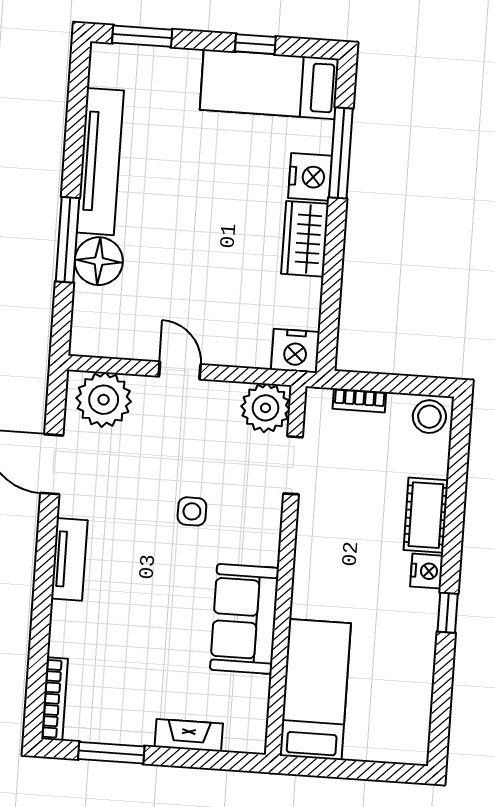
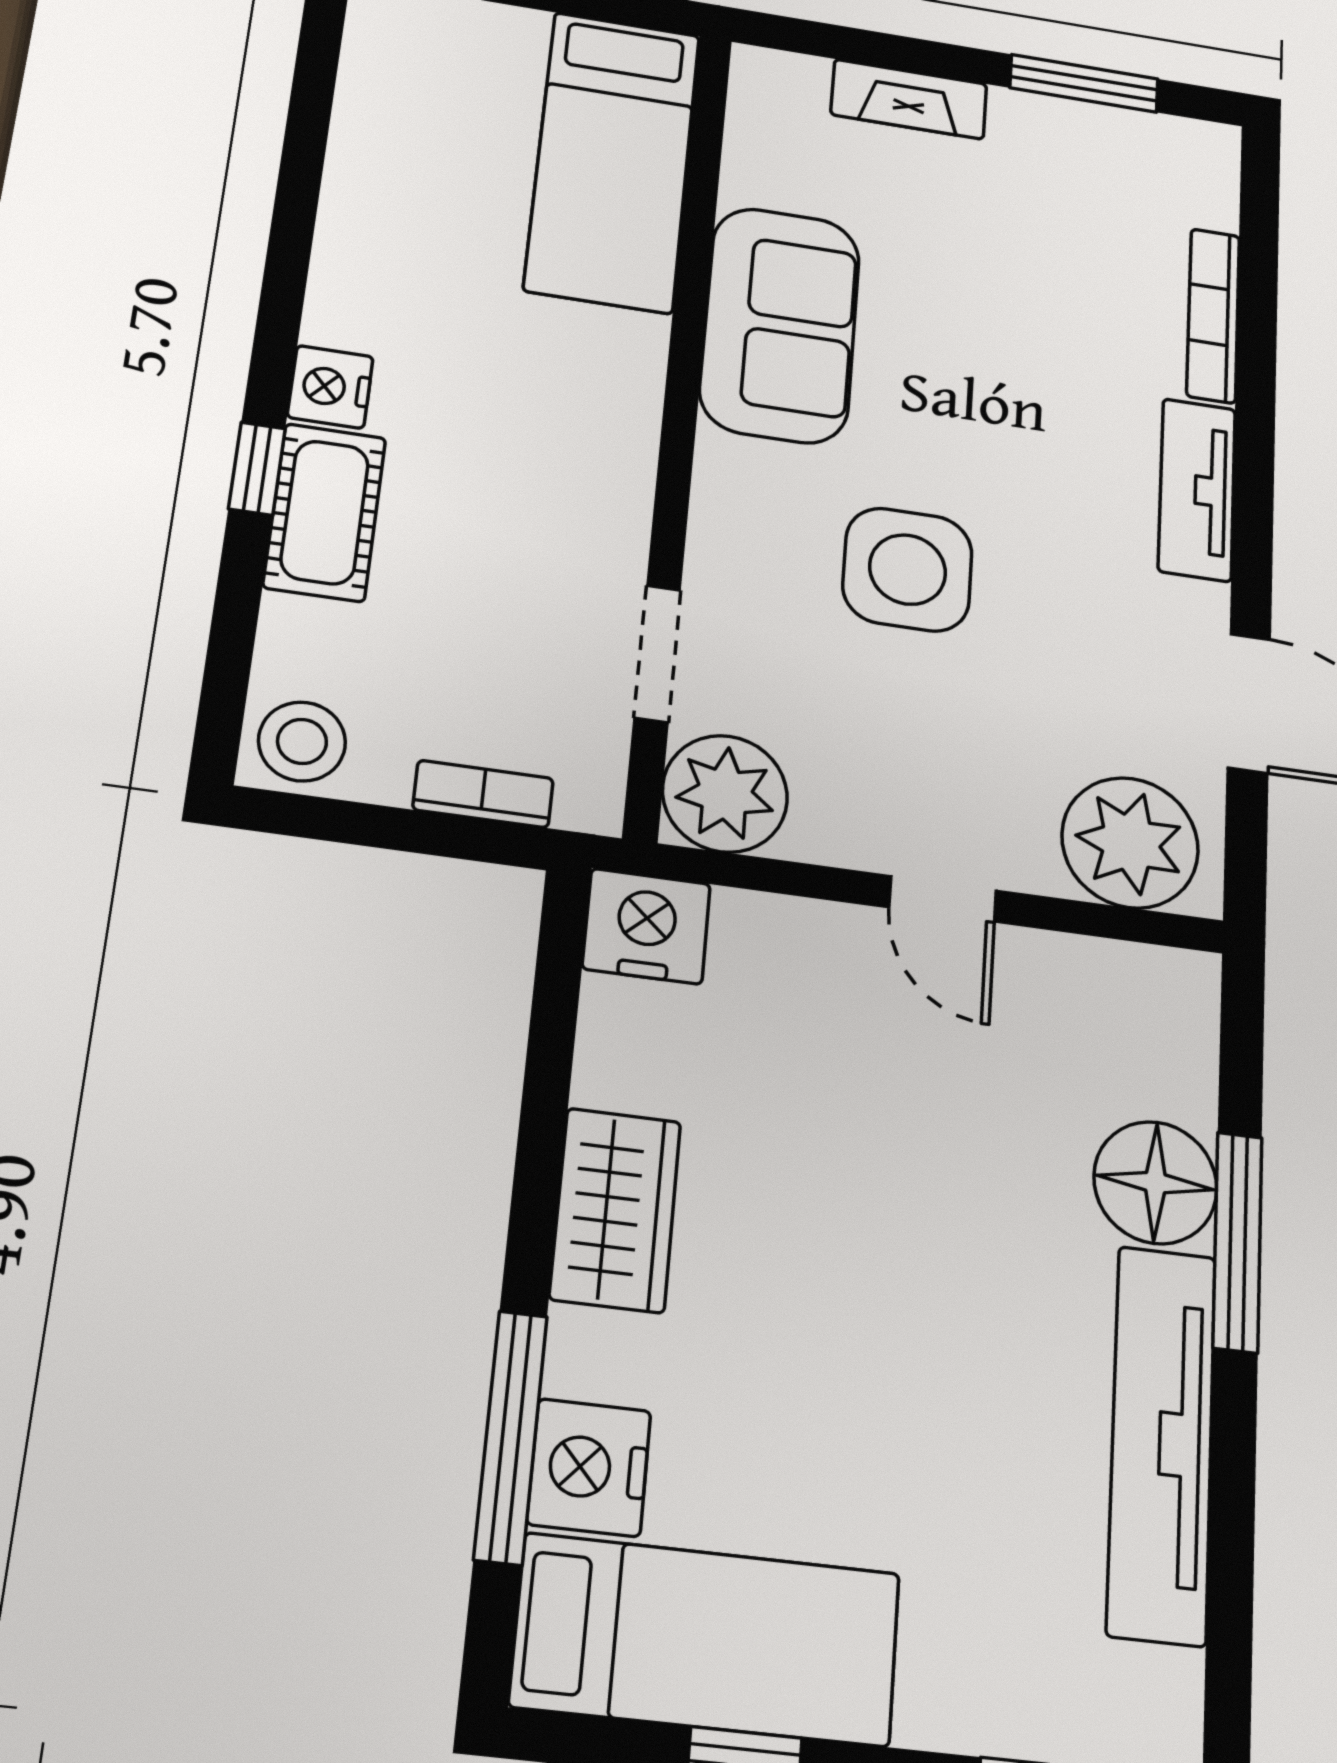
nightstand: (310, 177) -> (589, 1467), moved
side table: (192, 511) -> (908, 570), width x1.87, depth x1.87
window: (448, 613) -> (257, 469), moved
bookcase: (55, 699) -> (1213, 316), moved

